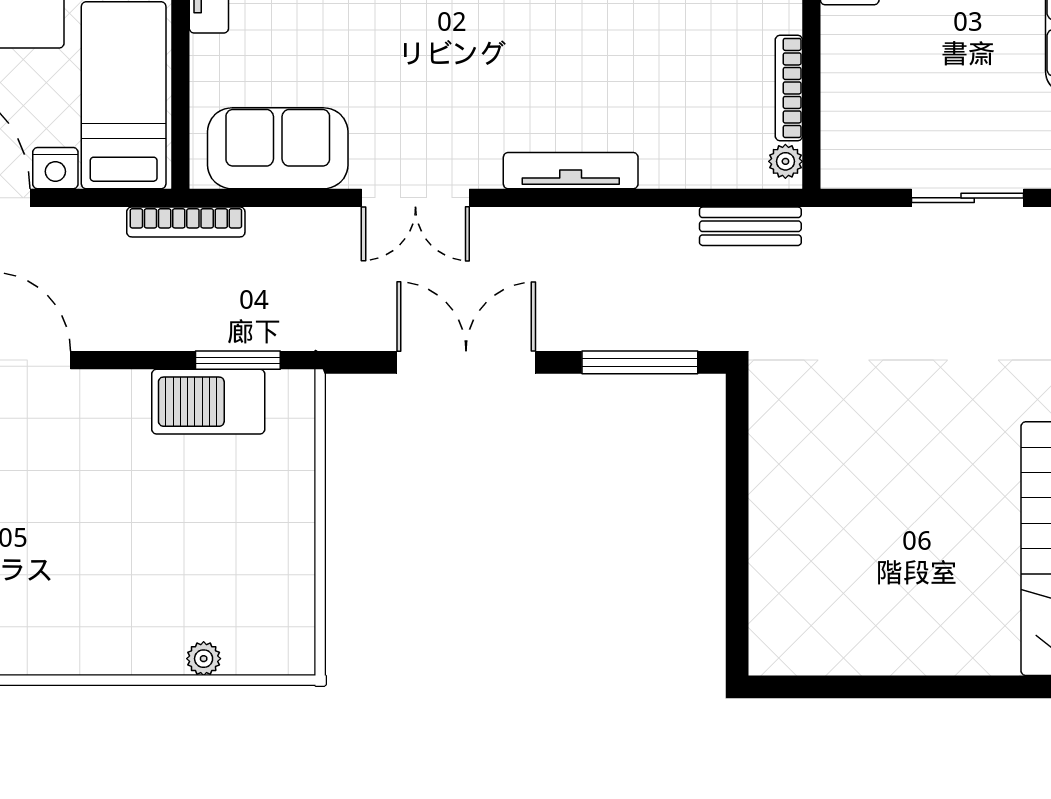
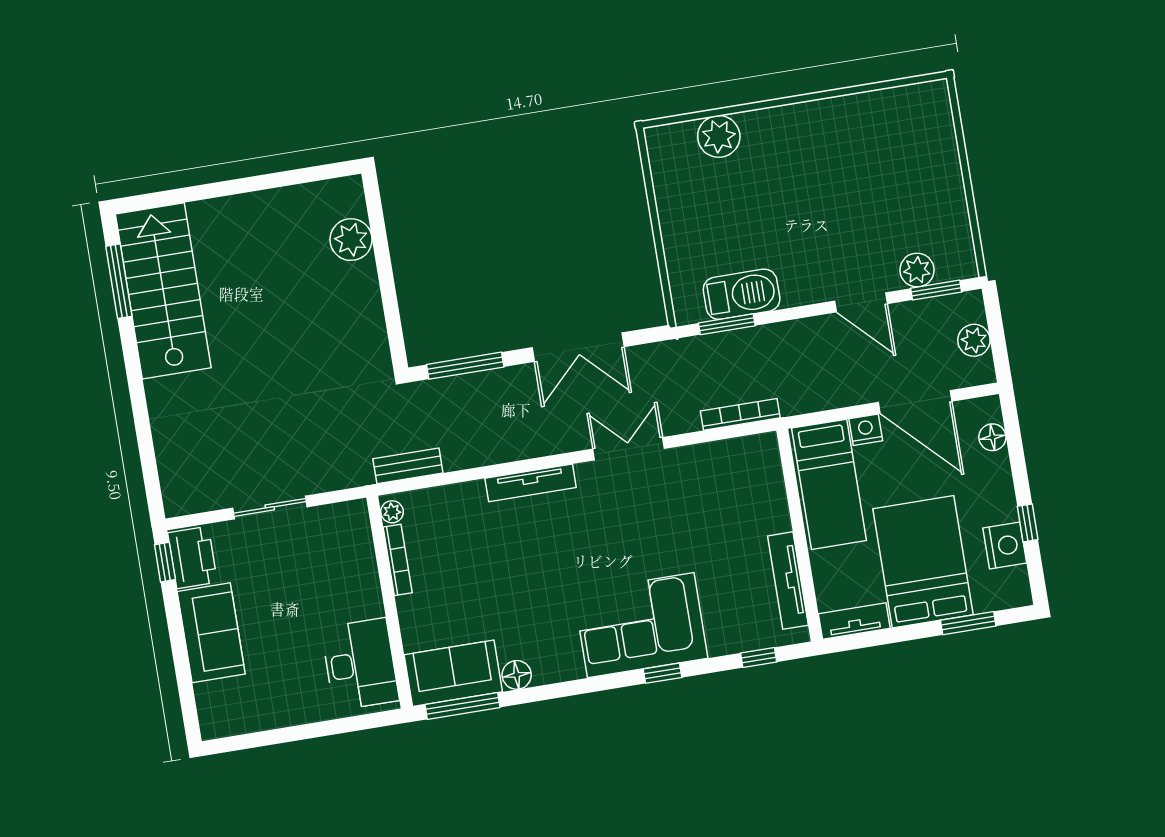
sofa: (278, 148) -> (723, 466), removed
bookcase: (186, 222) -> (740, 414), moved
plant: (780, 579) -> (351, 240), added
plant: (204, 659) -> (719, 136), width x1.88, depth x1.88

